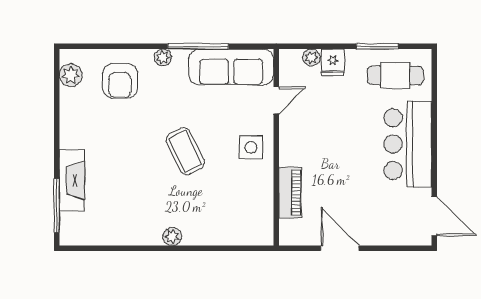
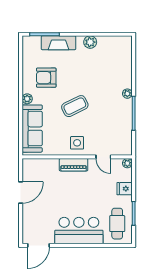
plant: (311, 57) -> (127, 163), moved
sofa: (231, 67) -> (32, 129), moved, turned 180
plant: (71, 75) -> (90, 42), moved
armchair: (120, 81) -> (46, 78), moved
piano: (290, 193) -> (74, 165), moved

